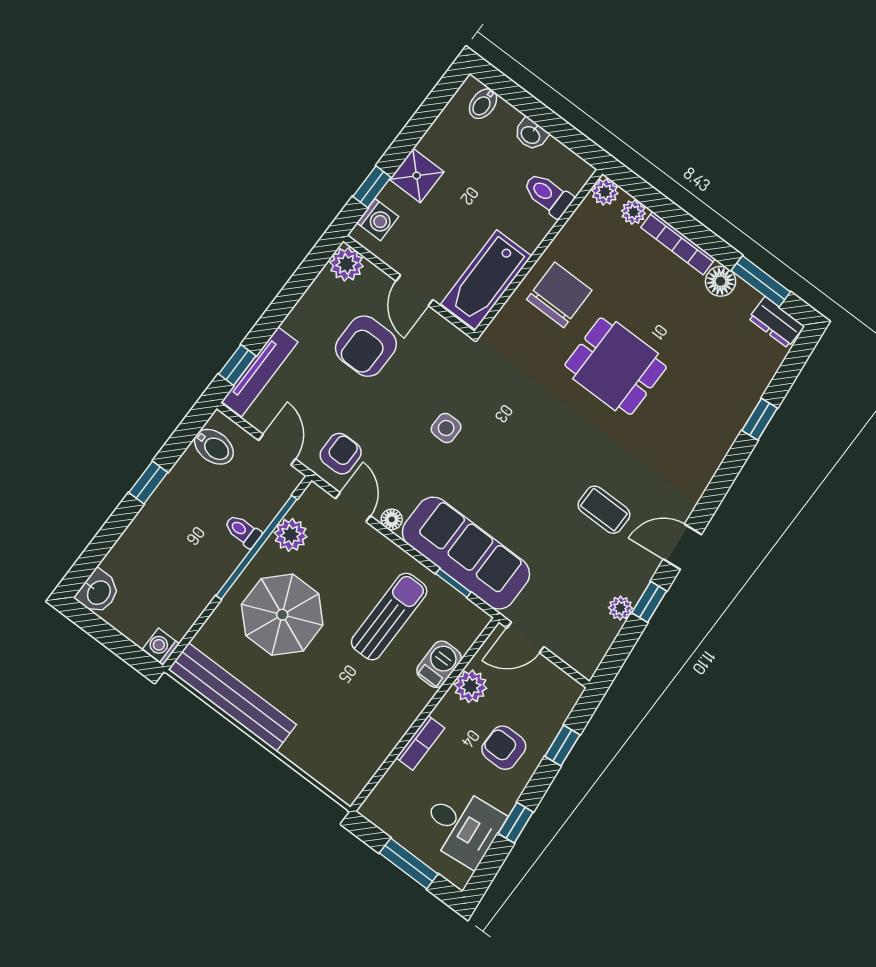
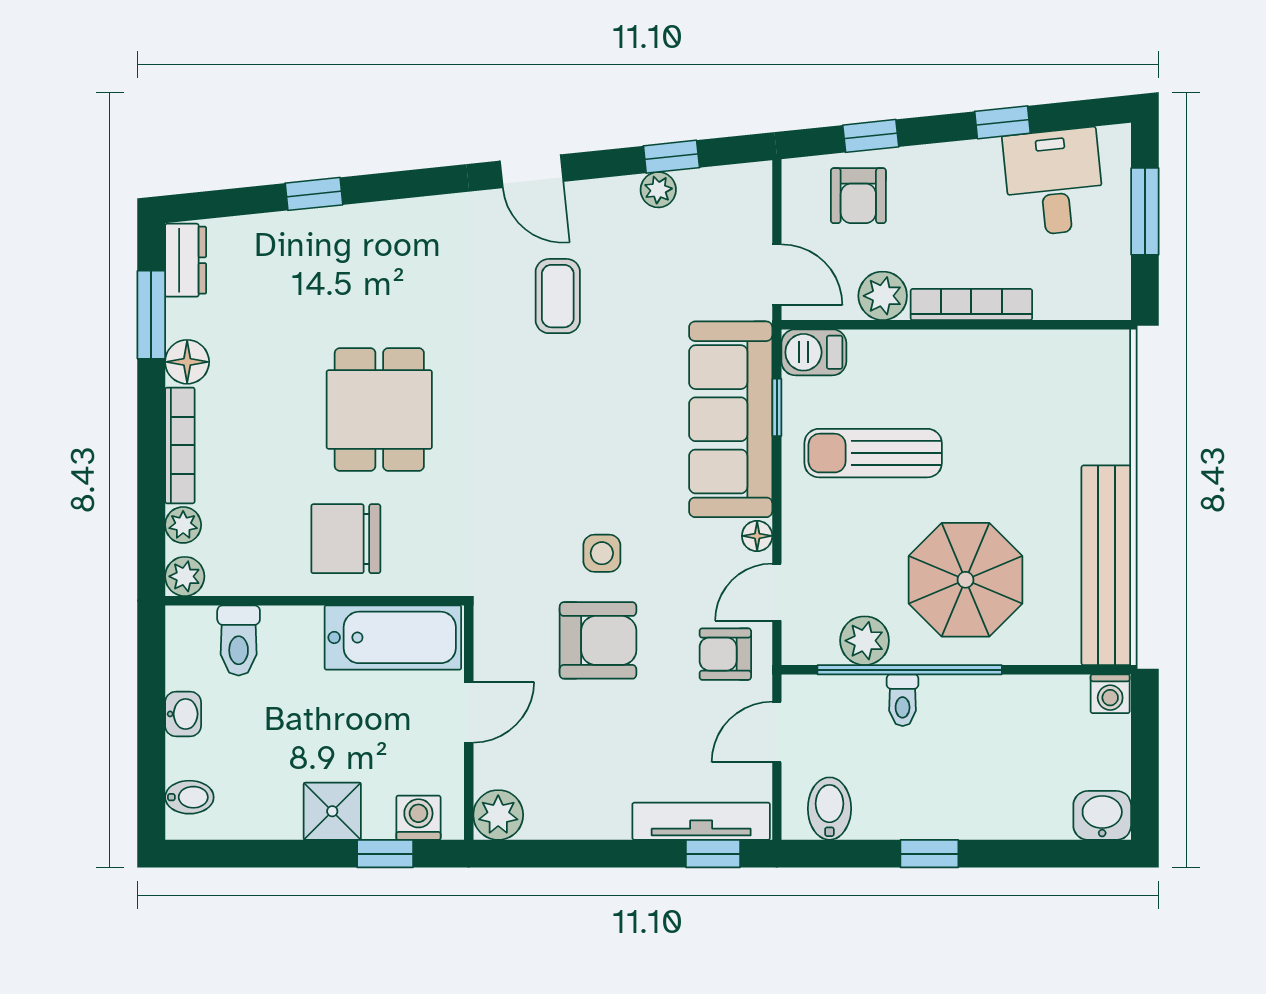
armchair: (366, 346) -> (598, 640), moved
window: (649, 602) -> (671, 157), moved
barbecue: (439, 664) -> (814, 352), moved
bookcase: (420, 743) -> (971, 305), width x1.56
armchair: (504, 748) -> (858, 196), moved

